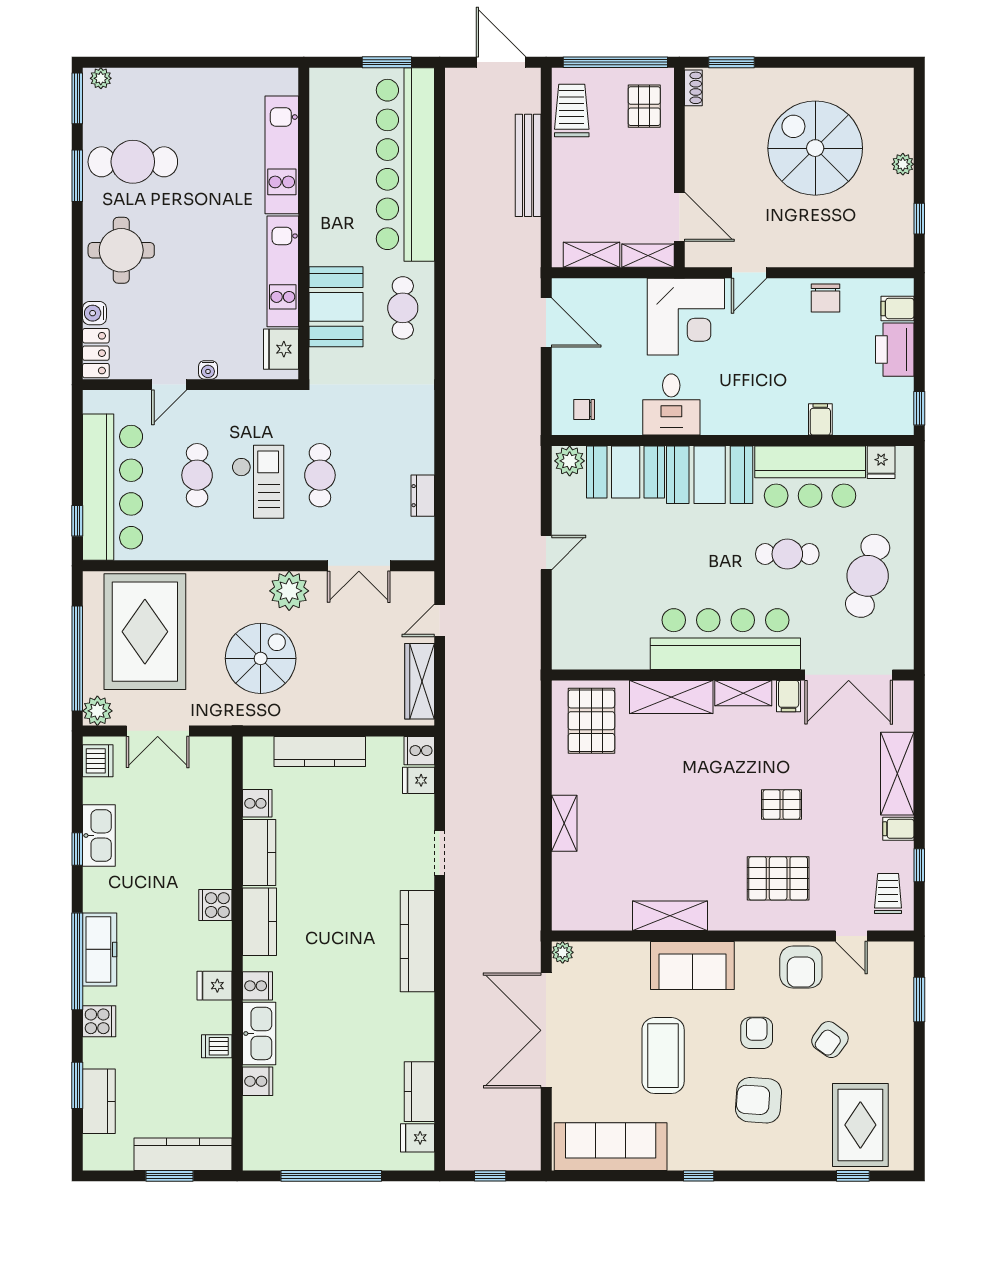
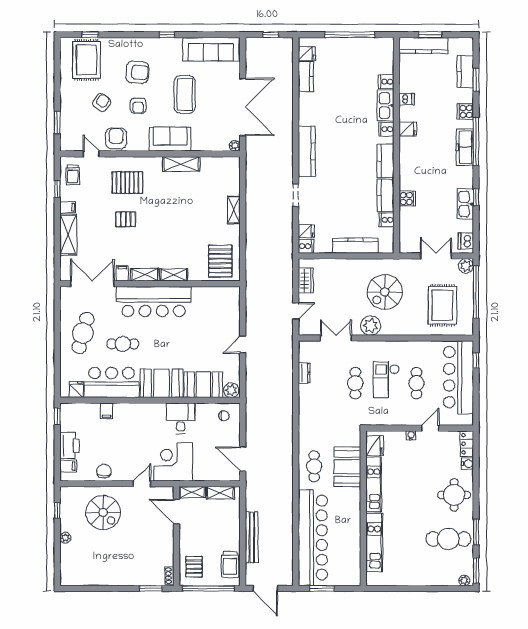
spiral stairs: (815, 148) -> (103, 512), moved, width x0.73, depth x0.73
rug: (145, 632) -> (442, 305), width x0.73, depth x0.69
wardrobe: (420, 681) -> (306, 281), width x0.67
shelving: (671, 697) -> (174, 275), width x0.67, depth x0.75
cooker: (215, 905) -> (407, 199), moved

